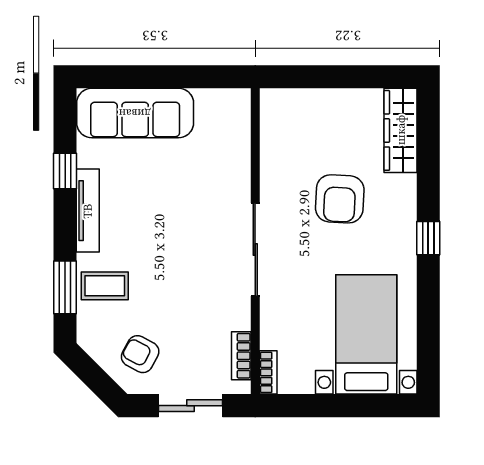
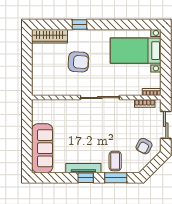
window: (65, 171) -> (86, 178), moved
window: (428, 238) -> (79, 24), moved

